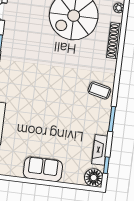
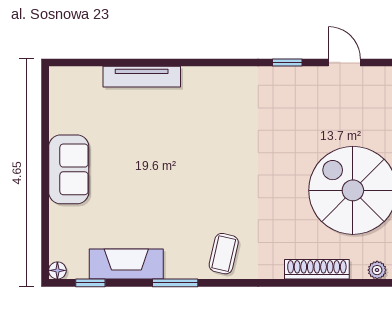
fireplace: (100, 150) -> (126, 264), width x1.37, depth x1.32
floor lamp: (94, 178) -> (57, 270), width x0.53, depth x0.53

